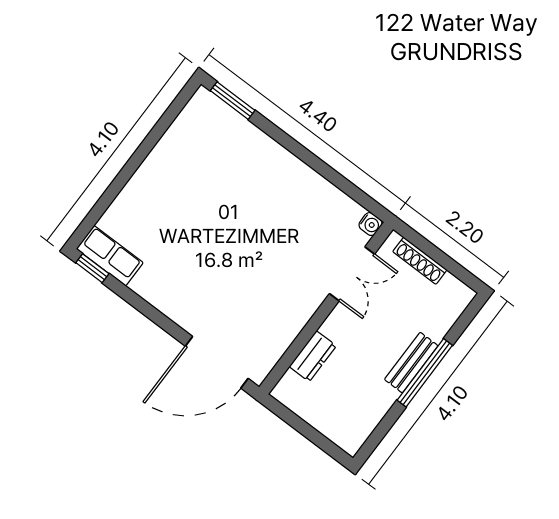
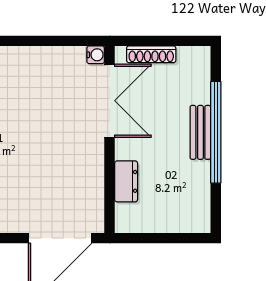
double door: (352, 274) -> (110, 101), width x1.37
window: (425, 373) -> (216, 132), width x1.46

